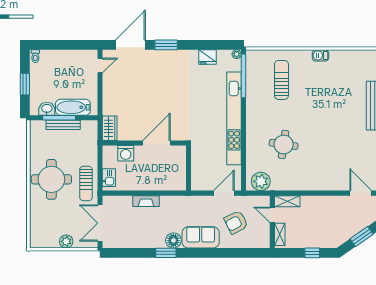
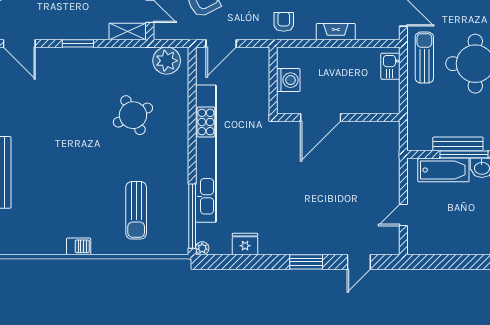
door: (130, 45) -> (359, 262), width x0.53
door: (100, 65) -> (403, 215), moved
wardrobe: (110, 128) -> (389, 139), removed
round table: (284, 144) -> (133, 115), turned -34
washing machine: (126, 153) -> (288, 80), moved, turned 90
window: (321, 193) -> (78, 43), added
armchair: (181, 208) -> (284, 22), added

